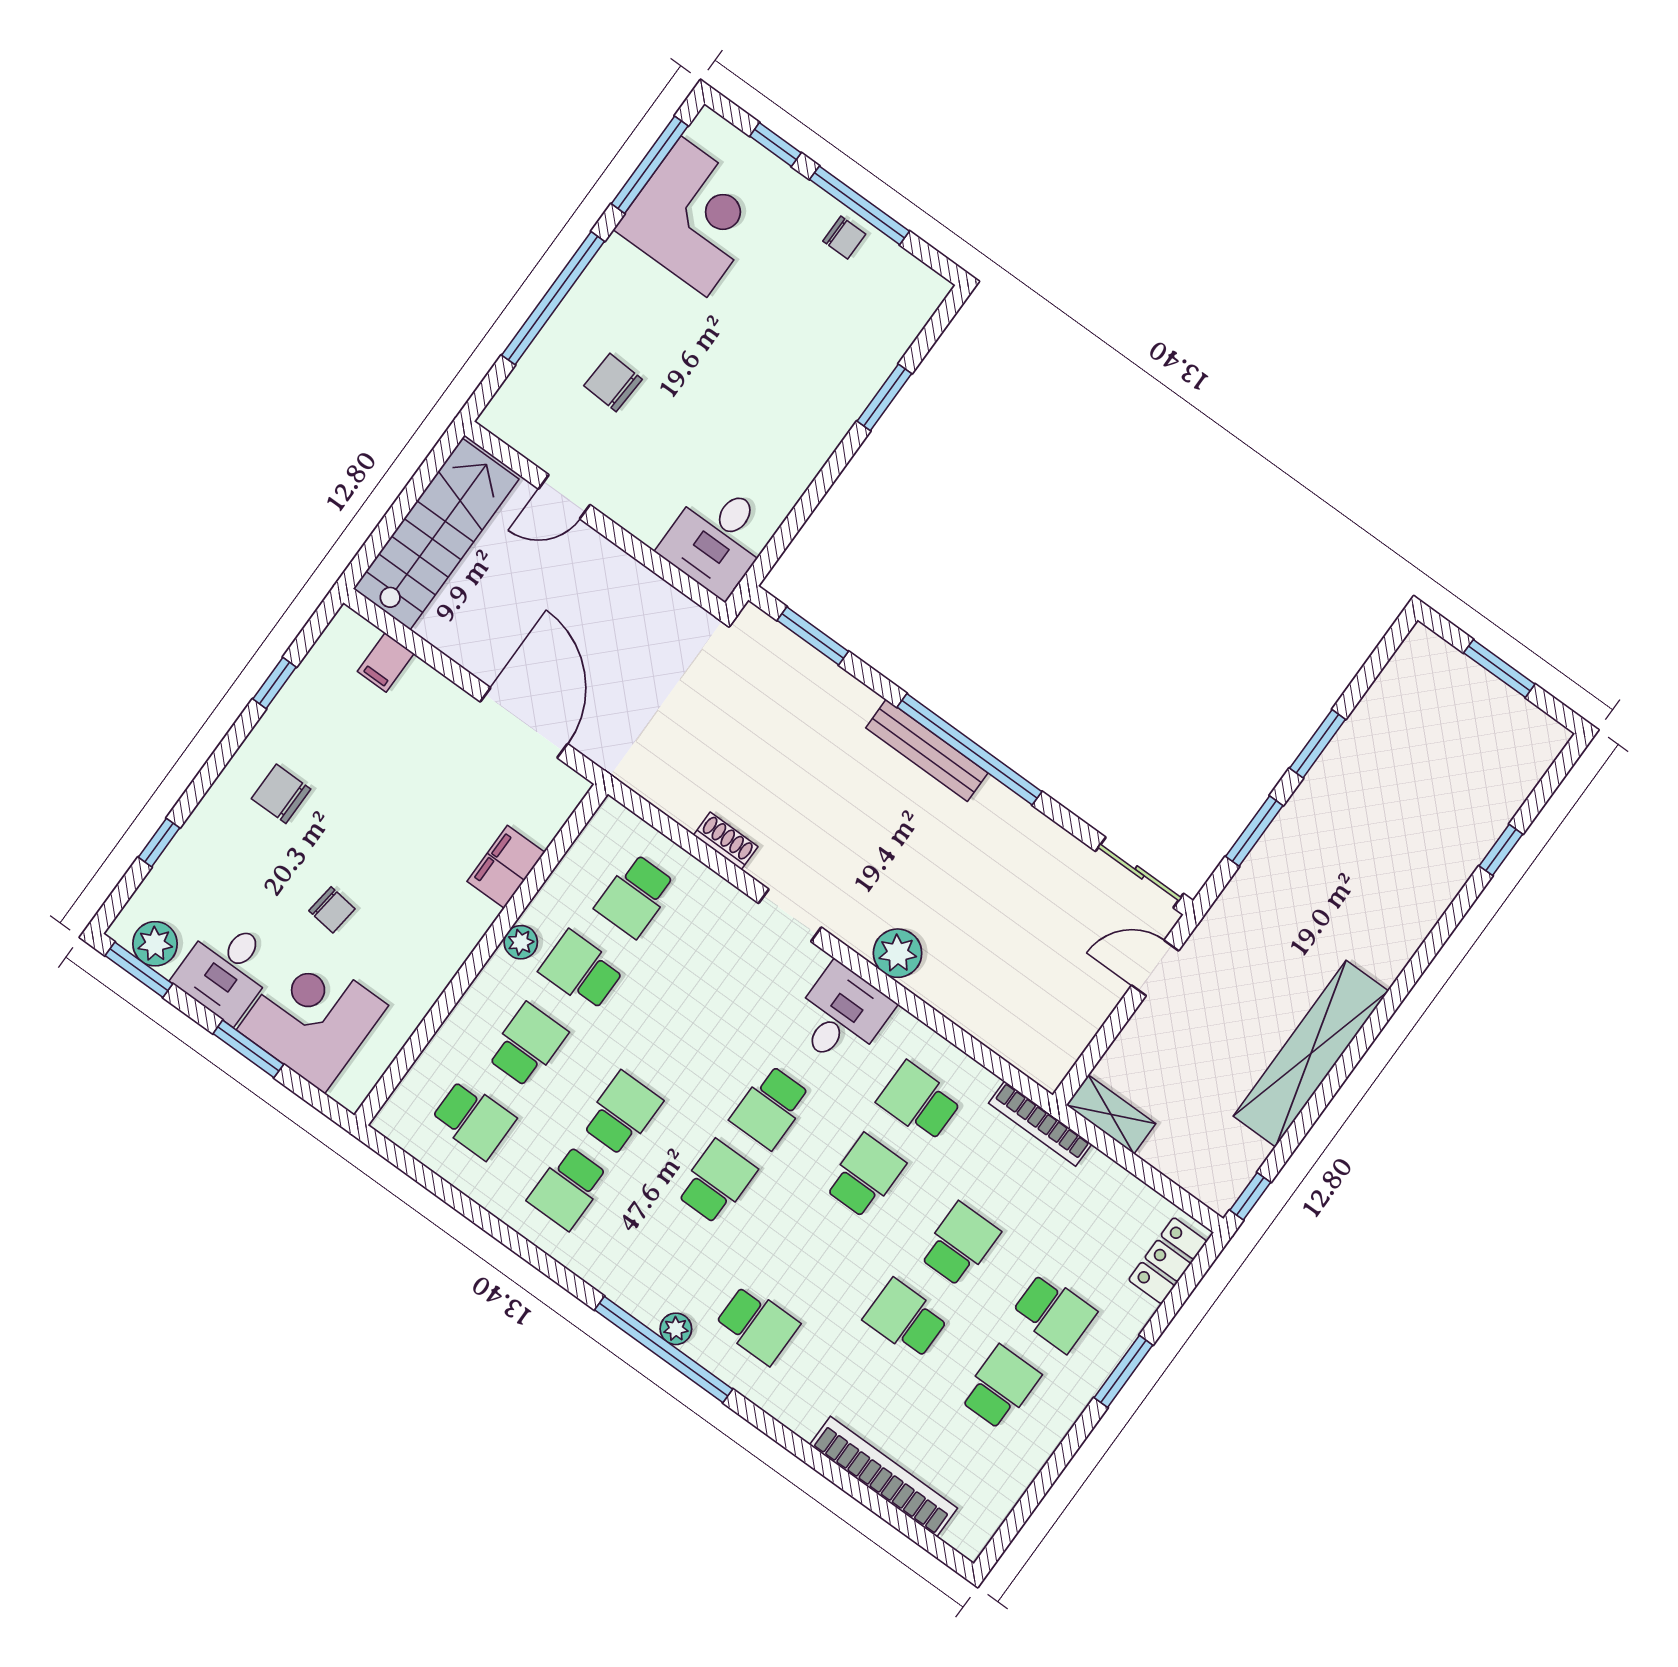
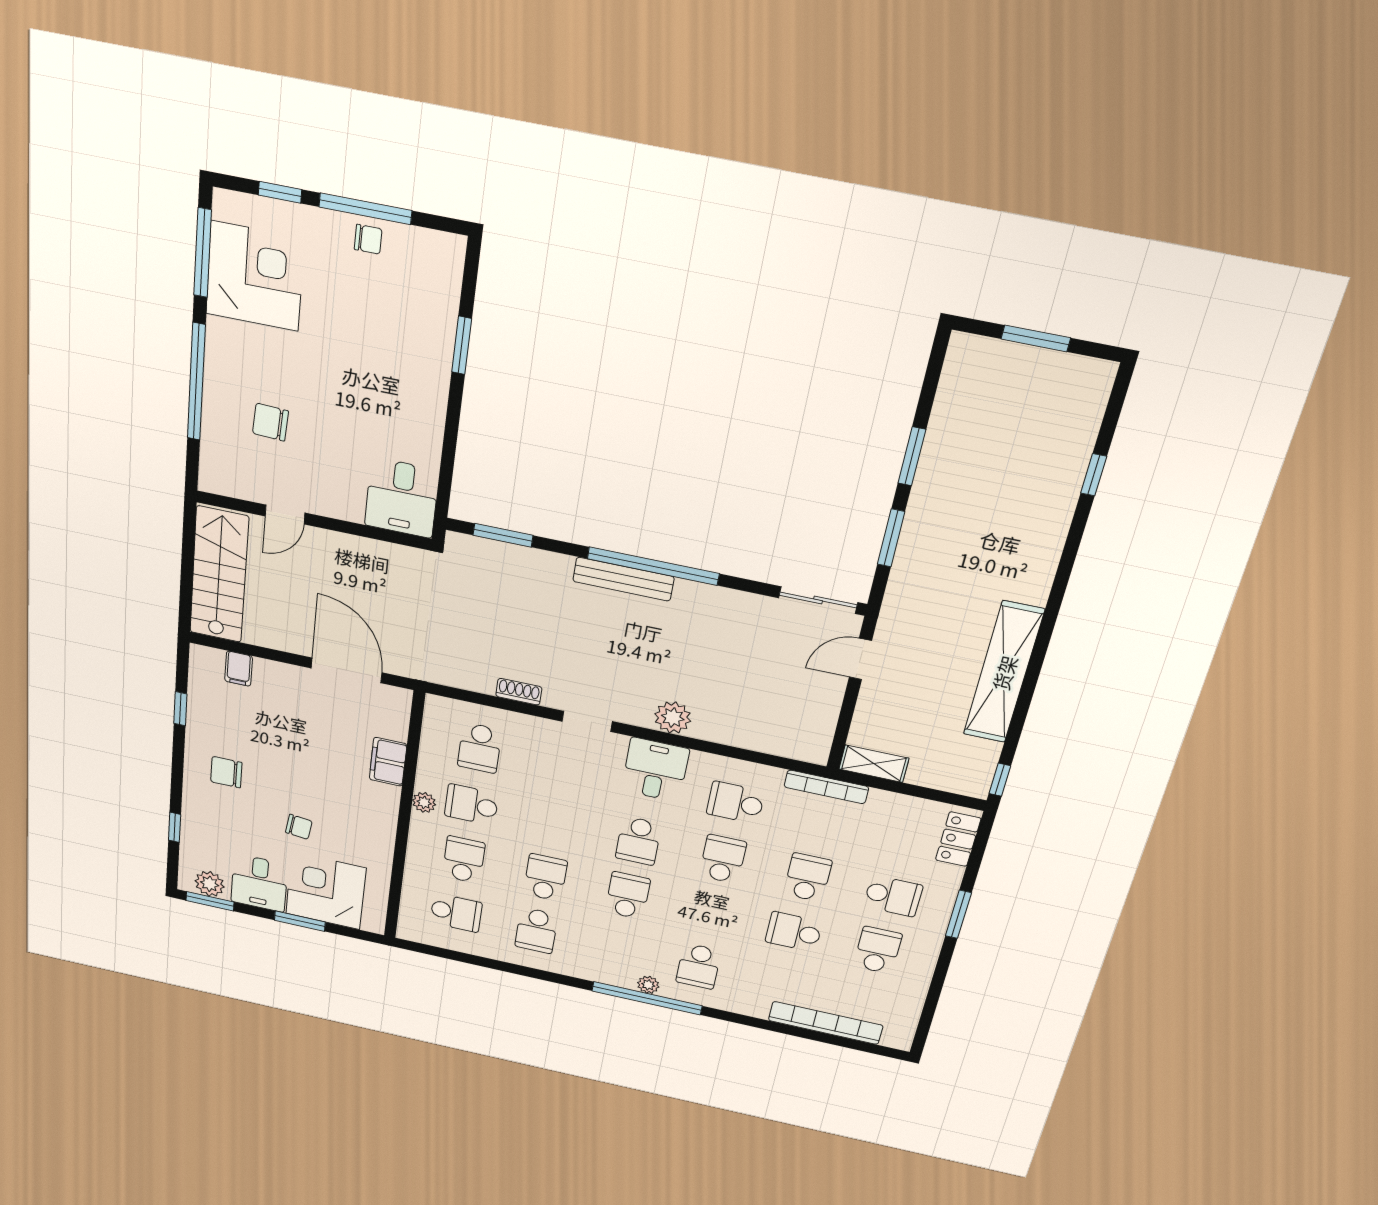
school desk: (757, 1325) -> (699, 966), turned 90

